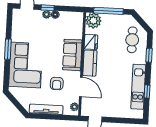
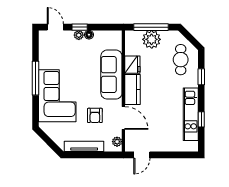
plant: (93, 21) -> (152, 39), moved
window: (8, 49) -> (35, 78), width x1.44
sofa: (72, 55) -> (111, 75), width x1.36

